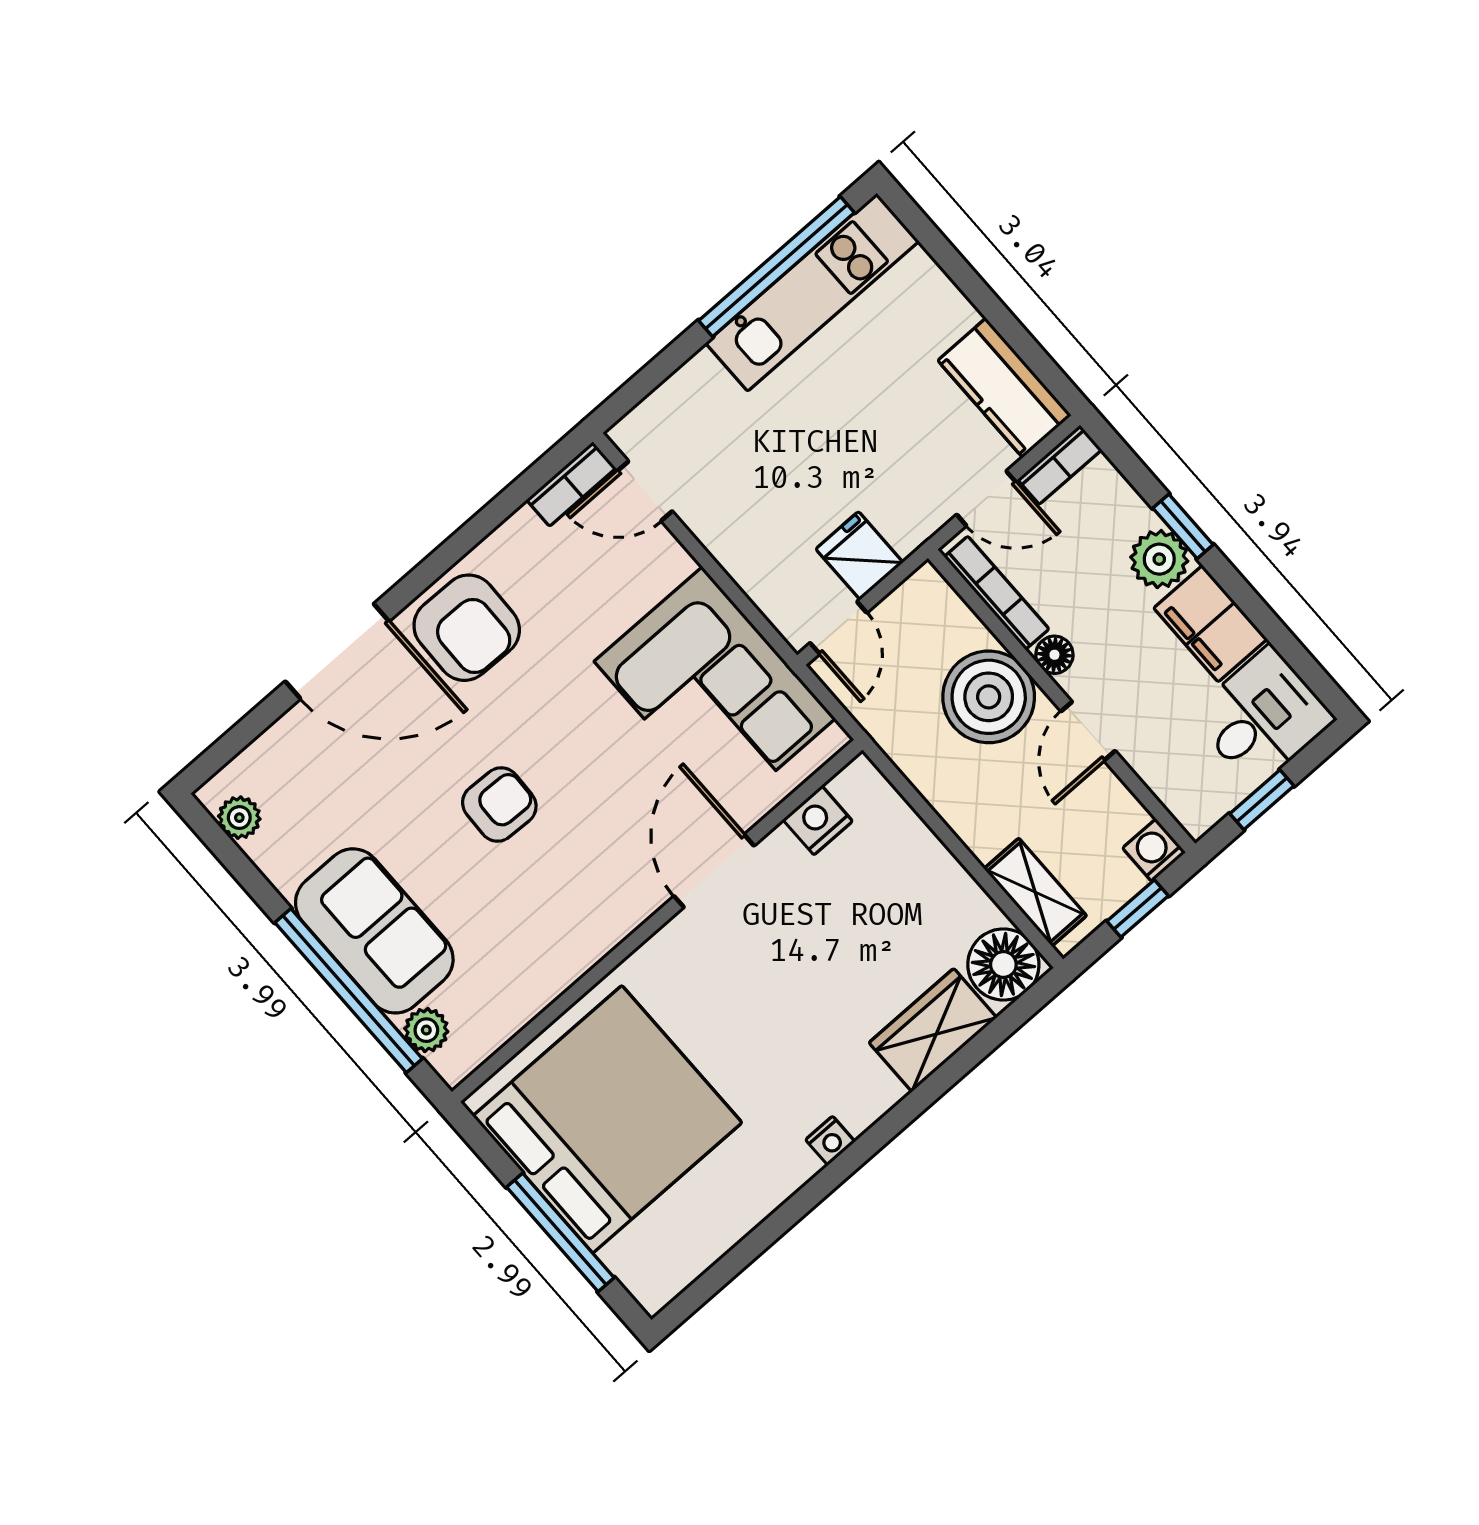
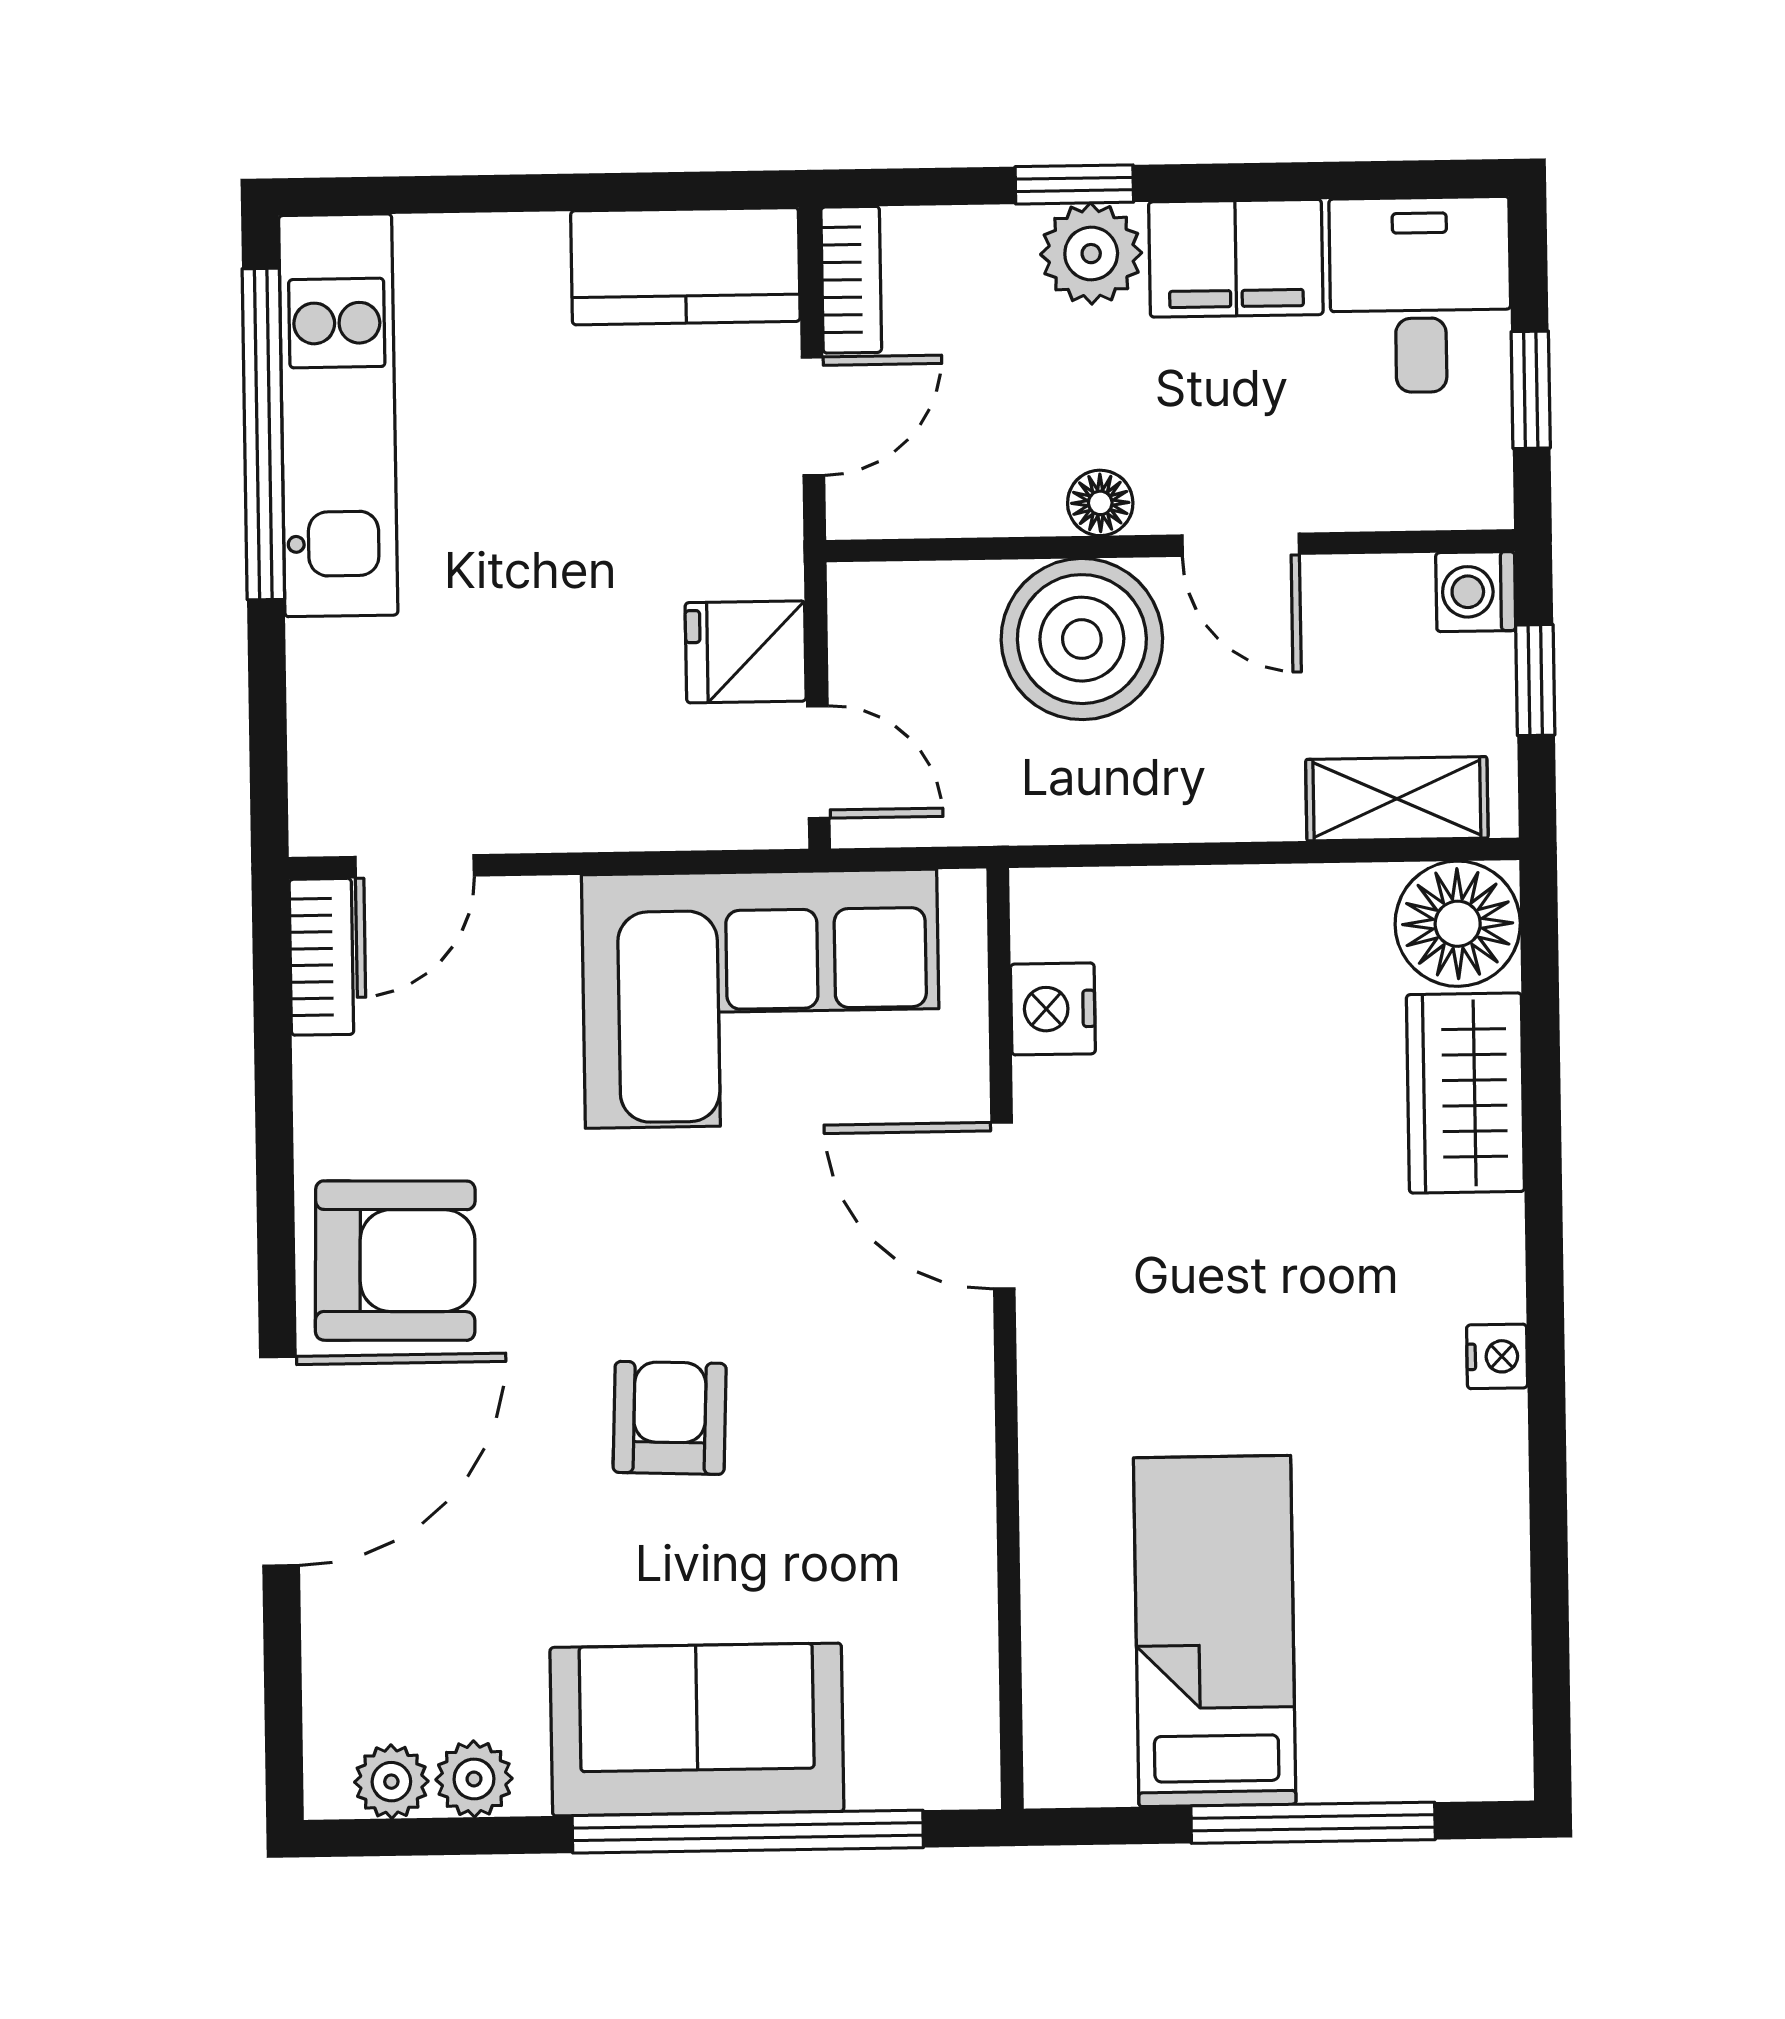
bookcase: (997, 593) -> (951, 510), removed
plant: (426, 1030) -> (474, 1779), moved
bed: (607, 1119) -> (1215, 1631), width x0.49

